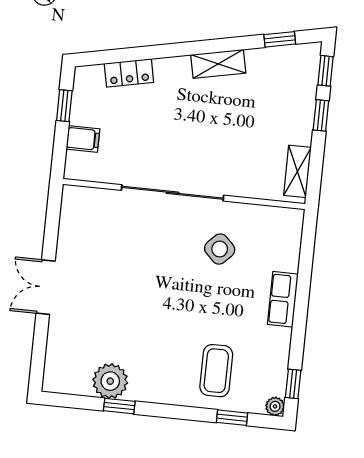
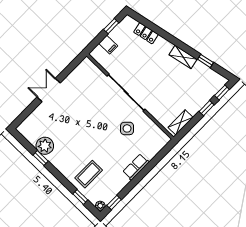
window: (280, 39) -> (205, 61), moved

